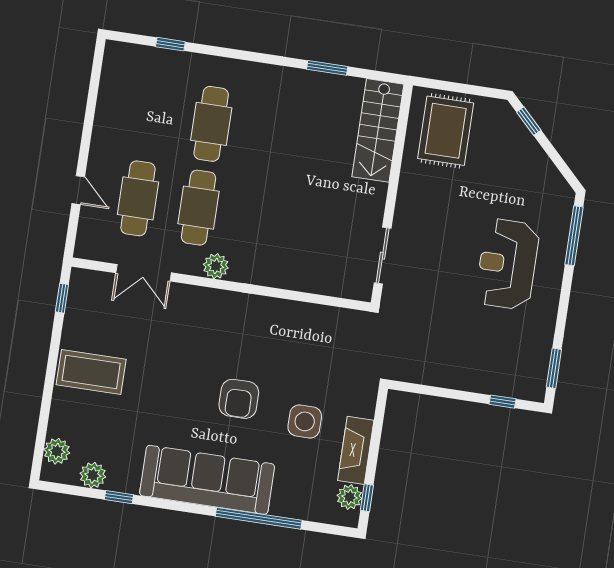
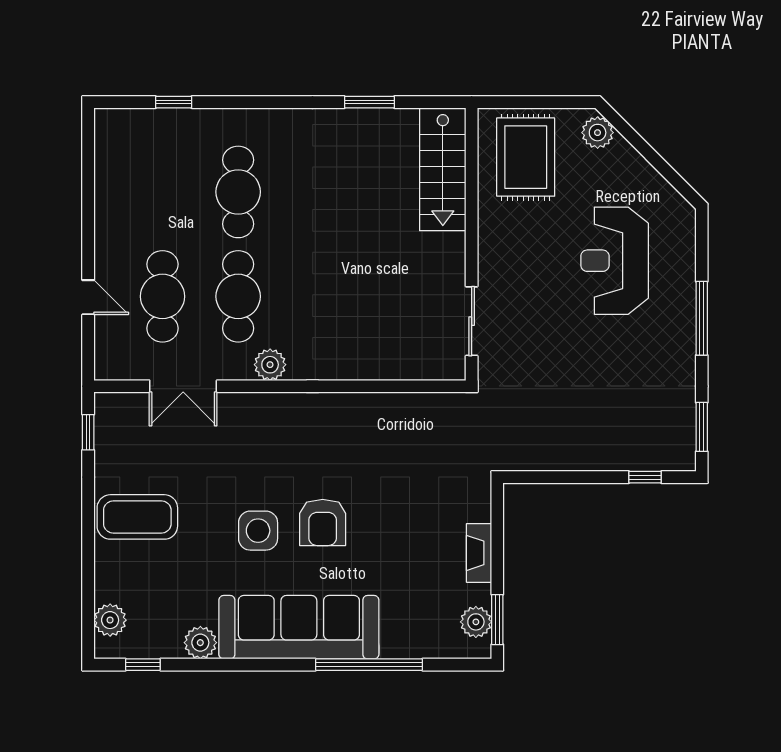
plant: (506, 120) -> (598, 133), added
window: (529, 121) -> (625, 130), removed
window: (574, 236) -> (702, 318), moved
reception desk: (507, 264) -> (615, 261), moved
side table: (305, 421) -> (258, 531), moved
fireplace: (356, 450) -> (479, 553), width x0.73, depth x0.76
plant: (93, 475) -> (200, 643), moved
window: (119, 497) -> (143, 665), moved
window: (367, 498) -> (497, 620), width x1.50

